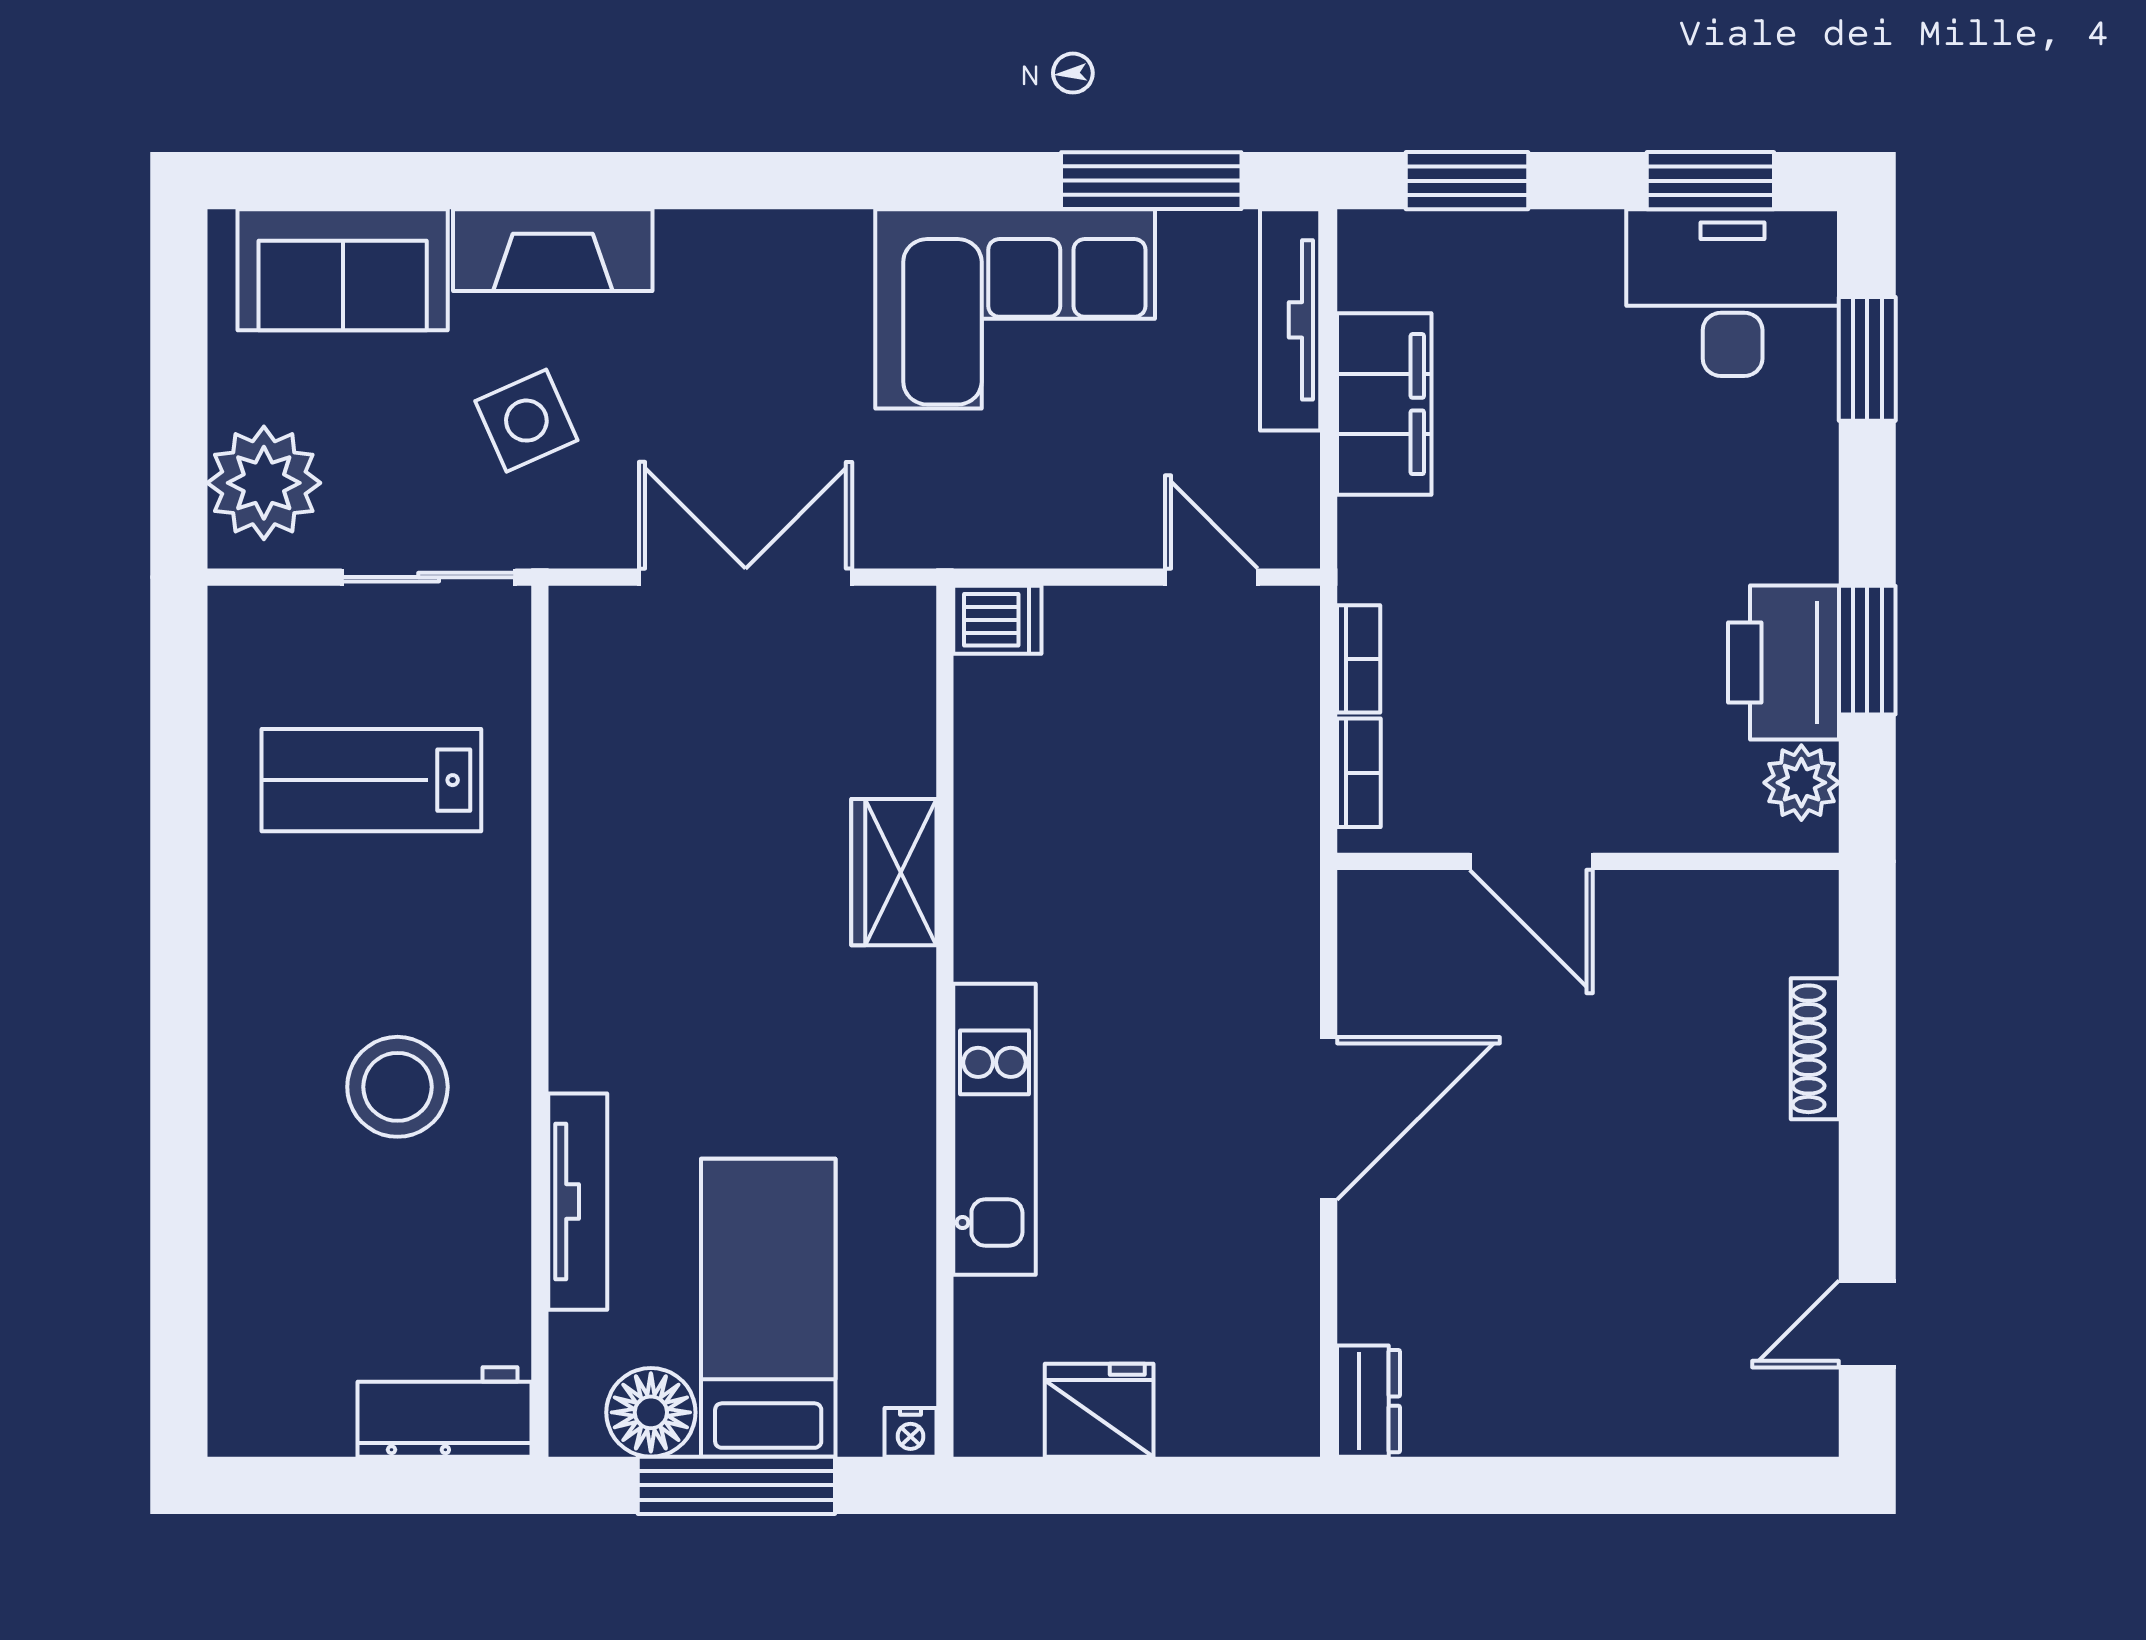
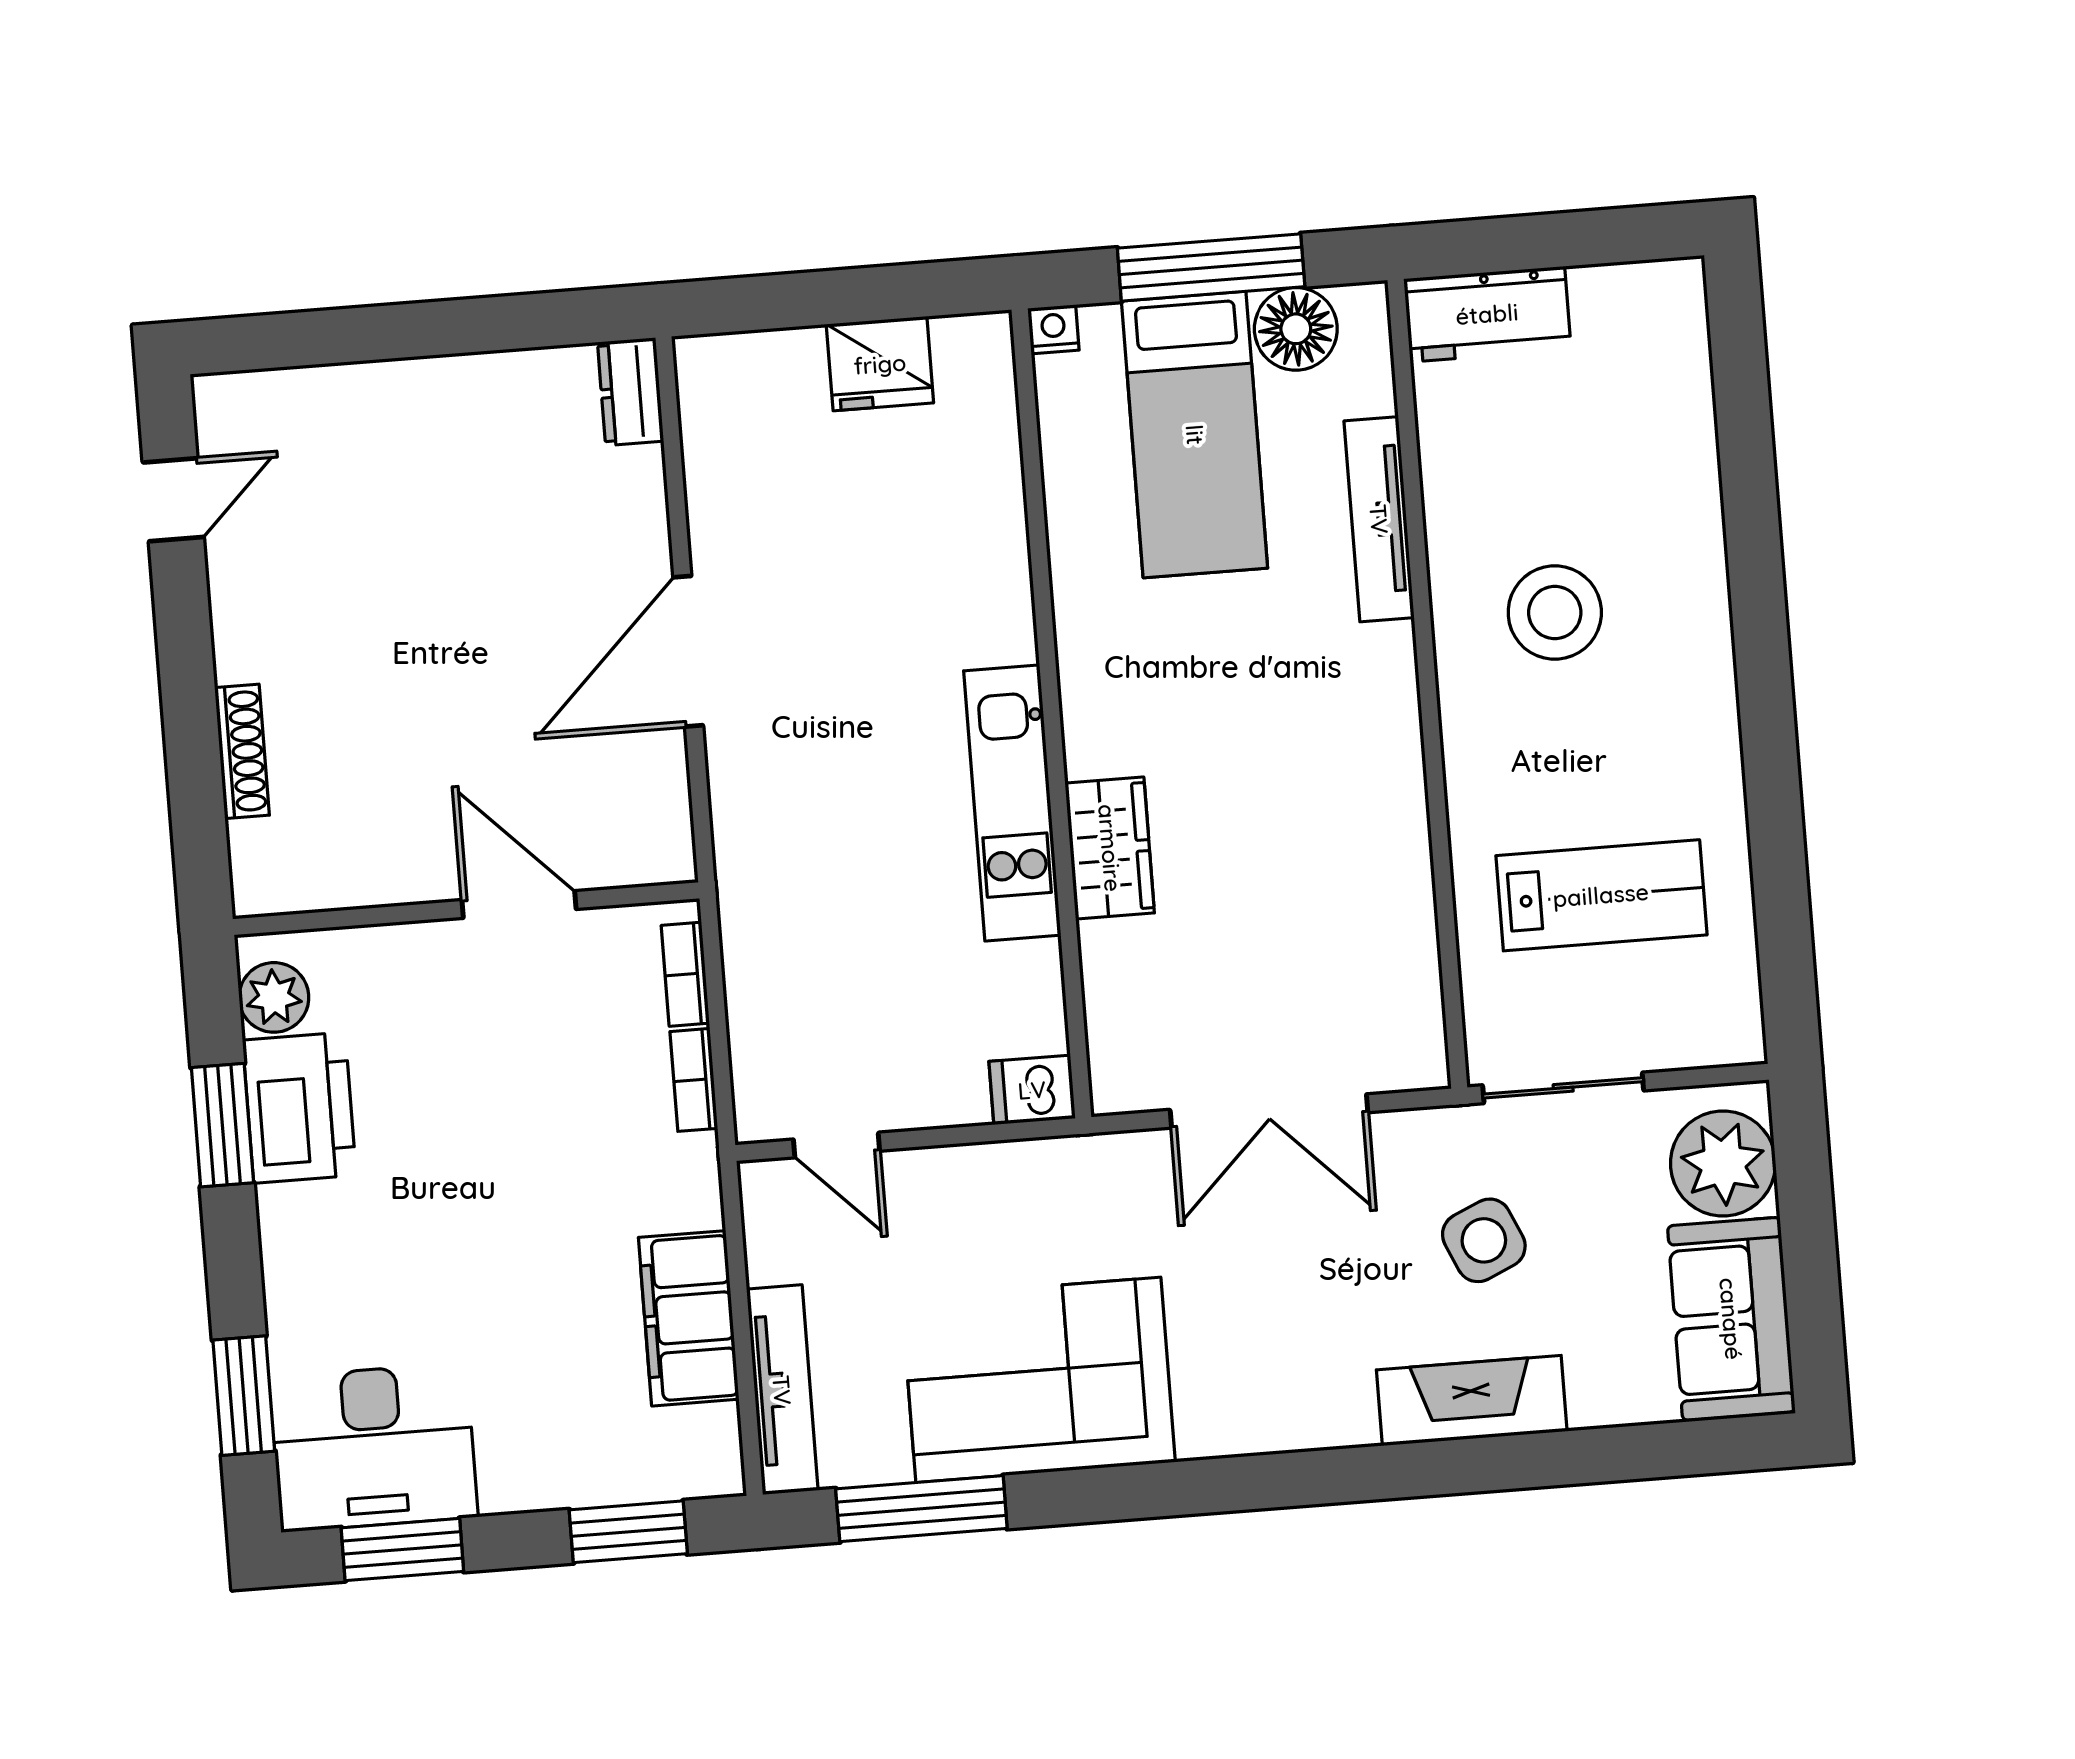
sofa: (343, 270) -> (1731, 1319), moved, turned -90
kitchen unit: (994, 1129) -> (1012, 803), moved

